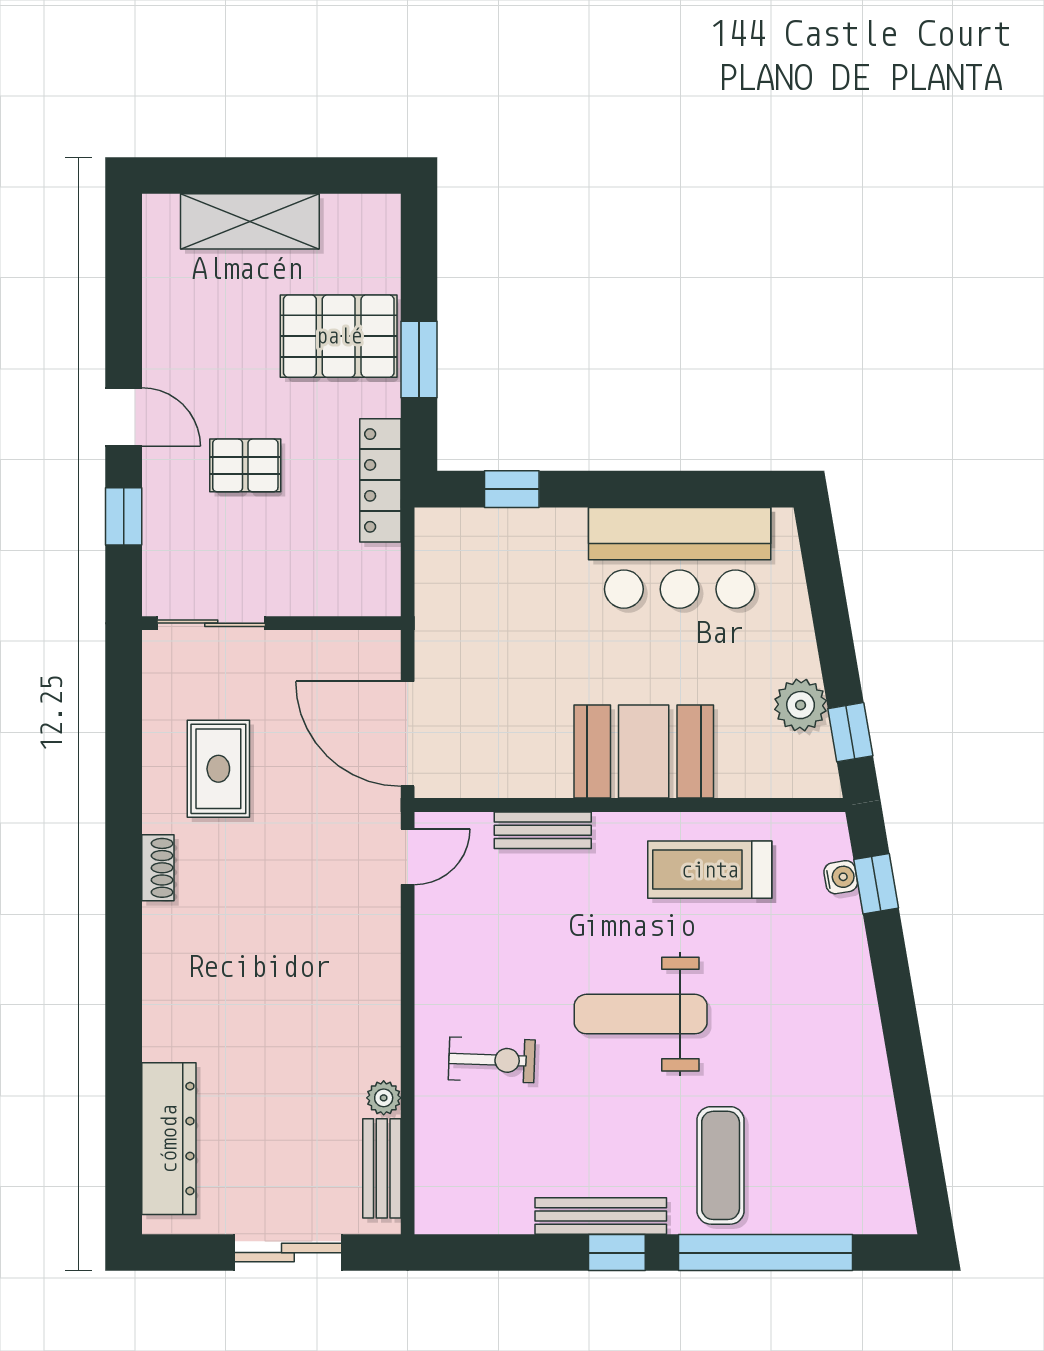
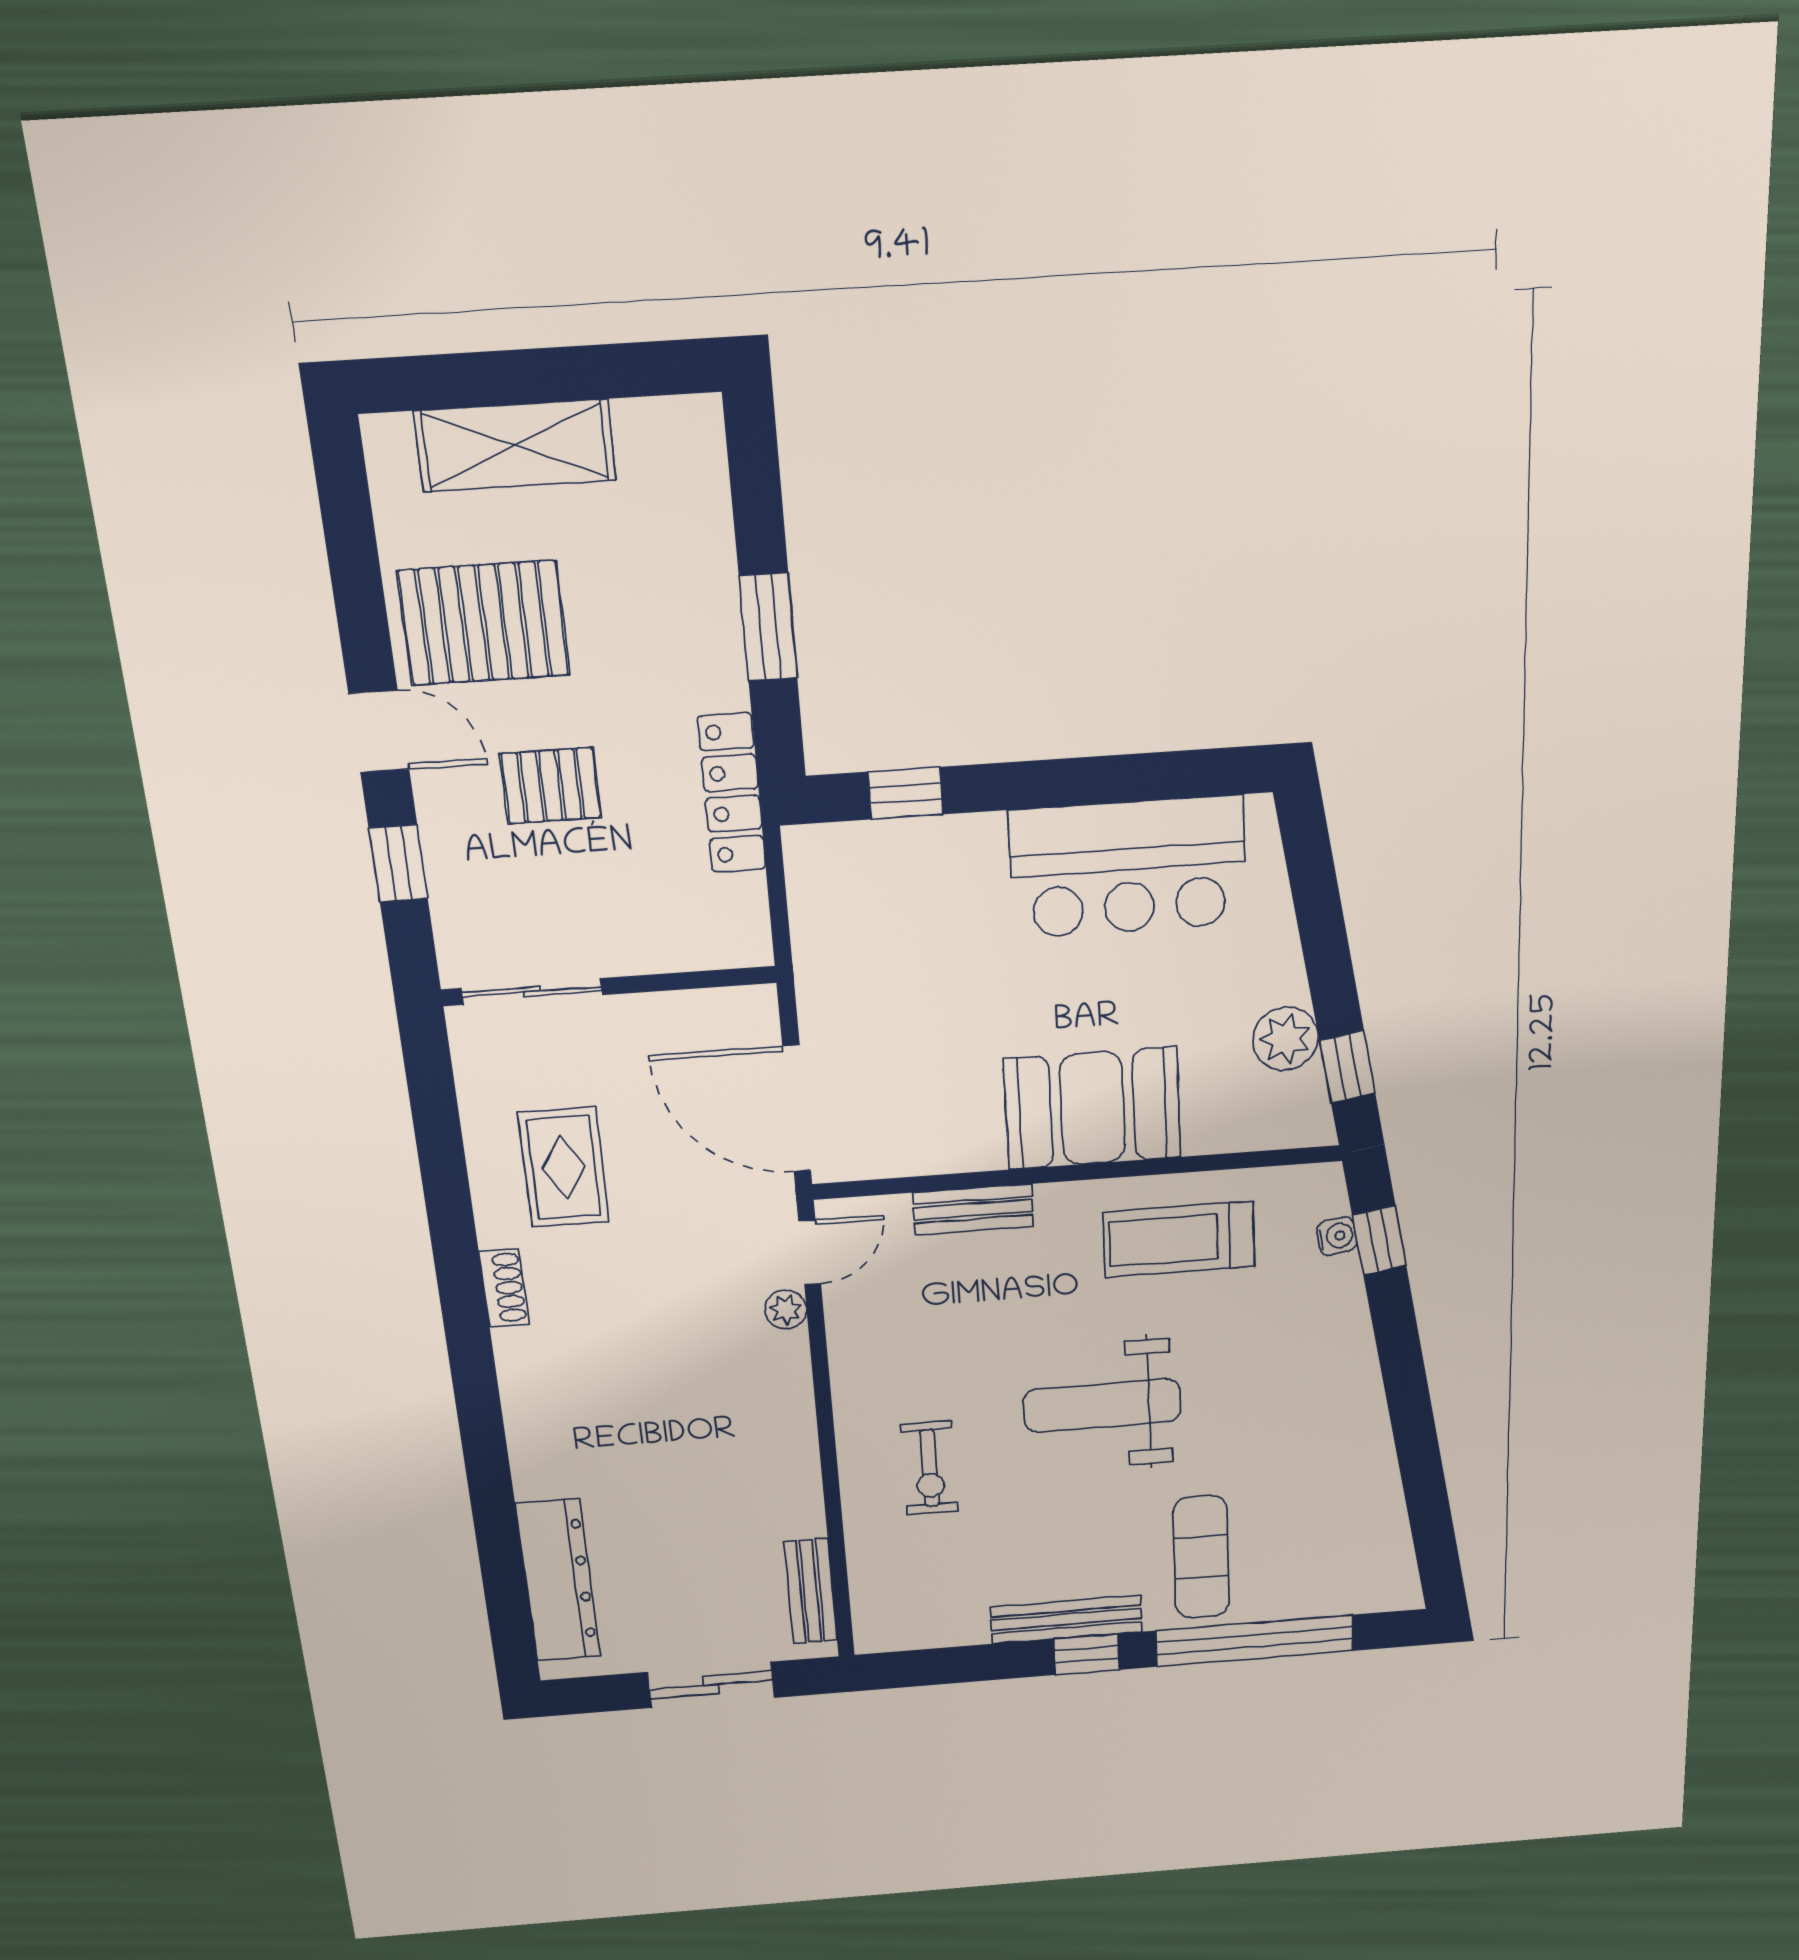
pallet: (339, 336) -> (484, 623), moved
exercise bike: (492, 1060) -> (929, 1468), turned 88
plant: (384, 1098) -> (786, 1310), moved

